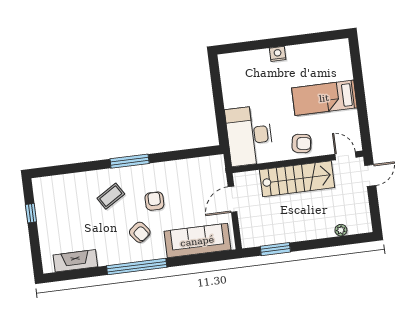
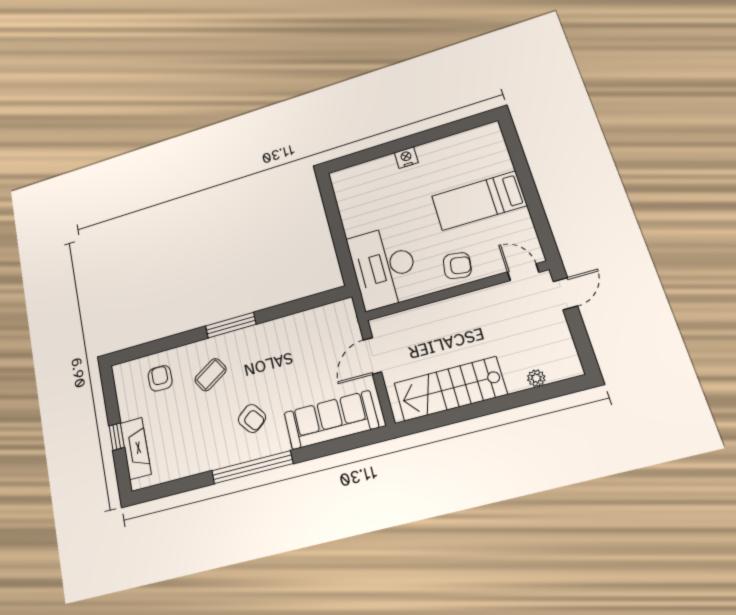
stairs: (297, 179) -> (450, 389), moved, turned 180
armchair: (154, 201) -> (160, 378), moved
window: (31, 213) -> (117, 437), moved
window: (275, 249) -> (443, 418), removed
fireplace: (75, 261) -> (136, 448), moved, turned 90

